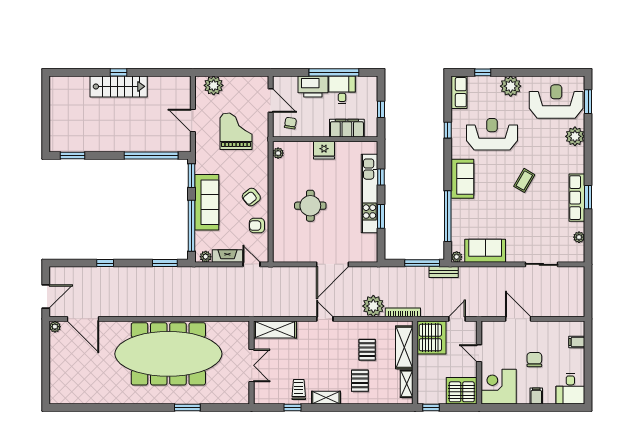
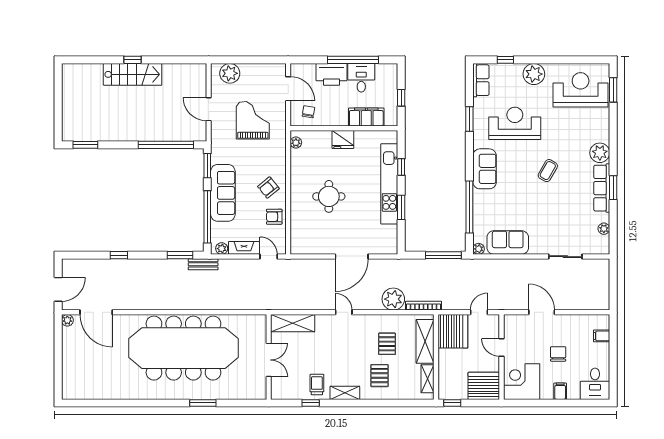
window: (448, 130) -> (469, 119), width x1.50
plant: (575, 136) -> (600, 153), moved
bench: (444, 272) -> (203, 264), moved

